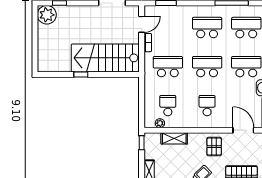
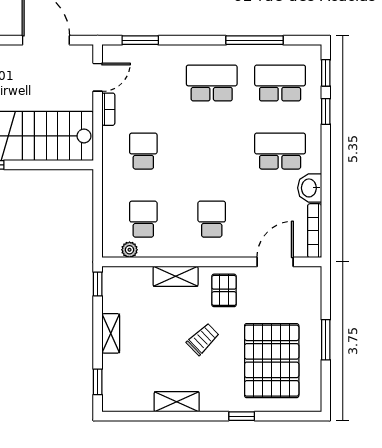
school desk: (168, 67) -> (143, 151), width x0.54
school desk: (207, 67) -> (212, 151), removed
door: (243, 130) -> (275, 262), hinge flipped
shelving: (174, 138) -> (176, 276), moved

